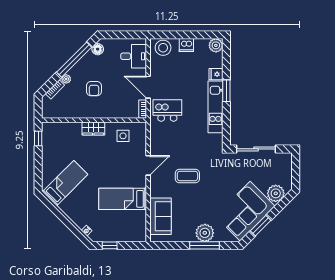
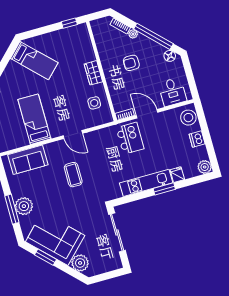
door: (148, 87) -> (147, 114), hinge flipped

